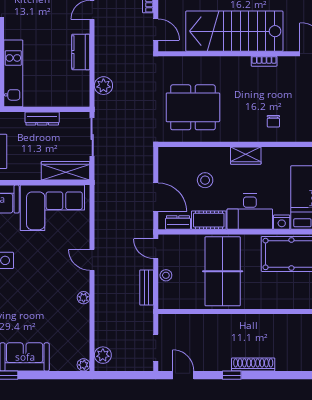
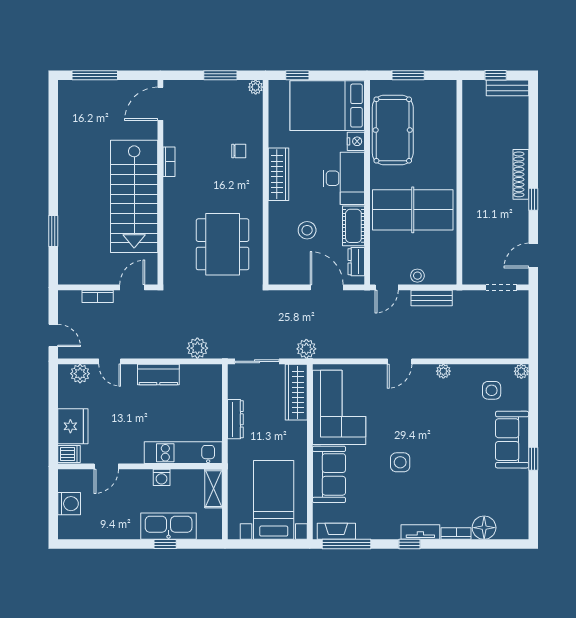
wardrobe: (246, 156) -> (278, 174), width x1.50
door: (156, 197) -> (327, 287), hinge flipped
side table: (67, 339) -> (492, 390), added
plant: (103, 355) -> (306, 349), moved

